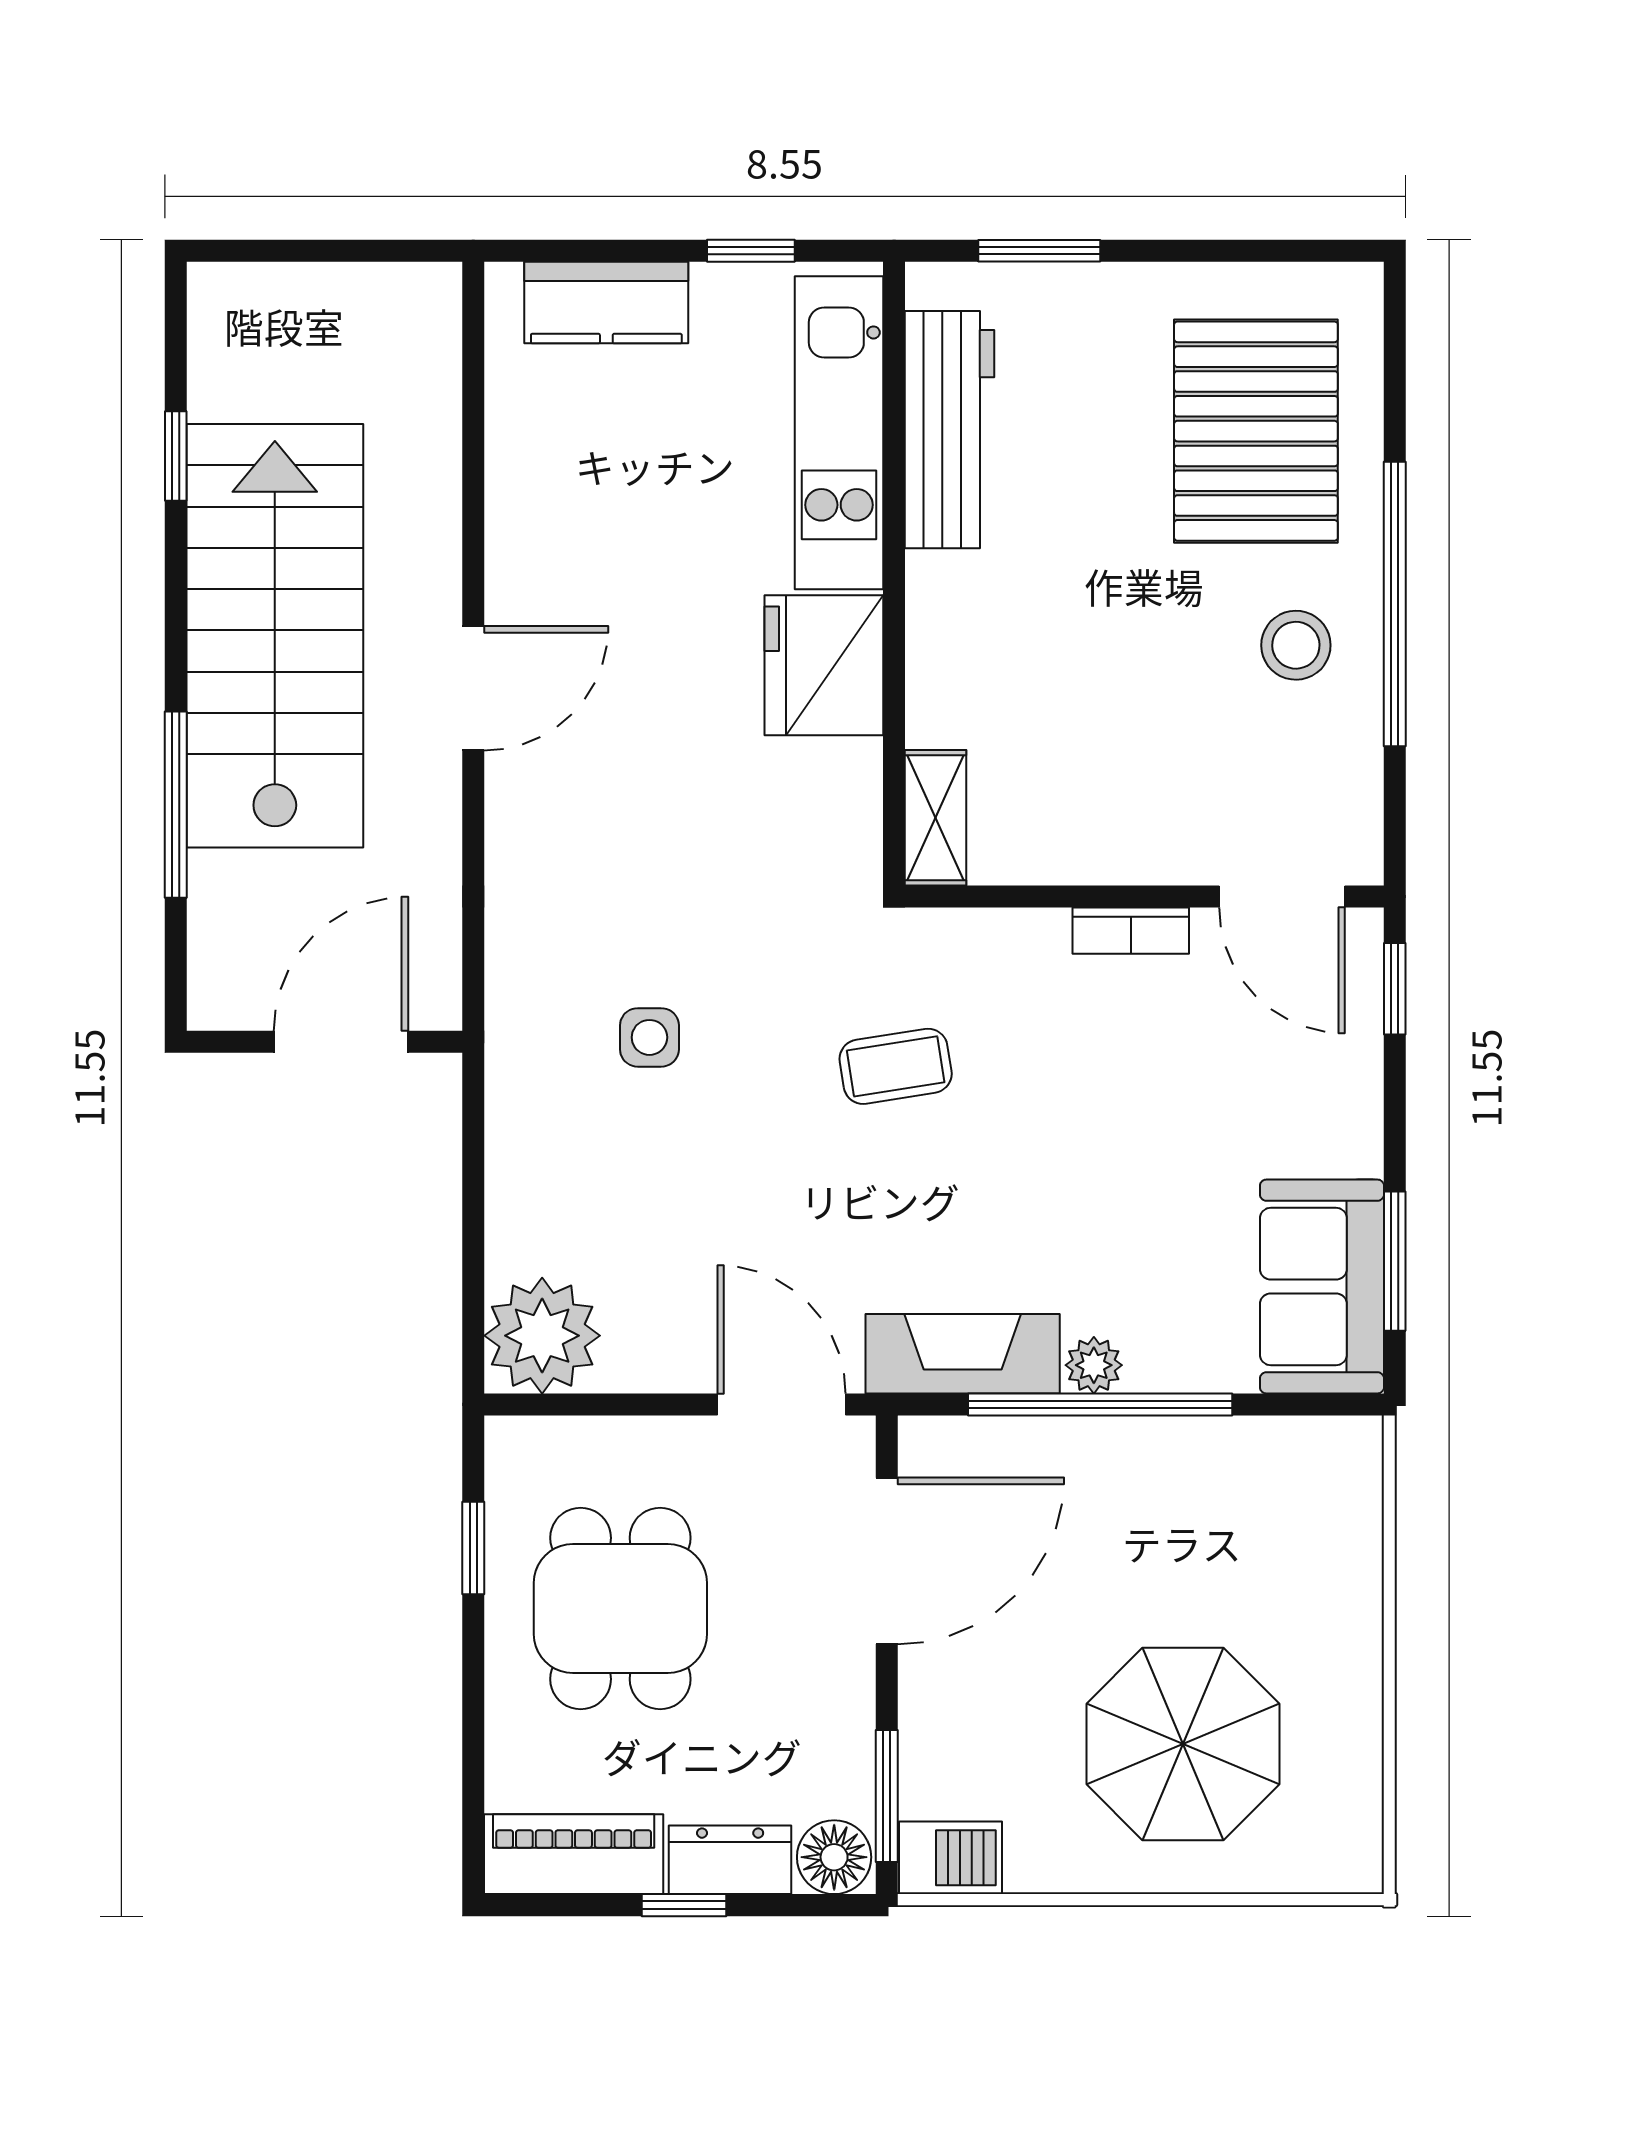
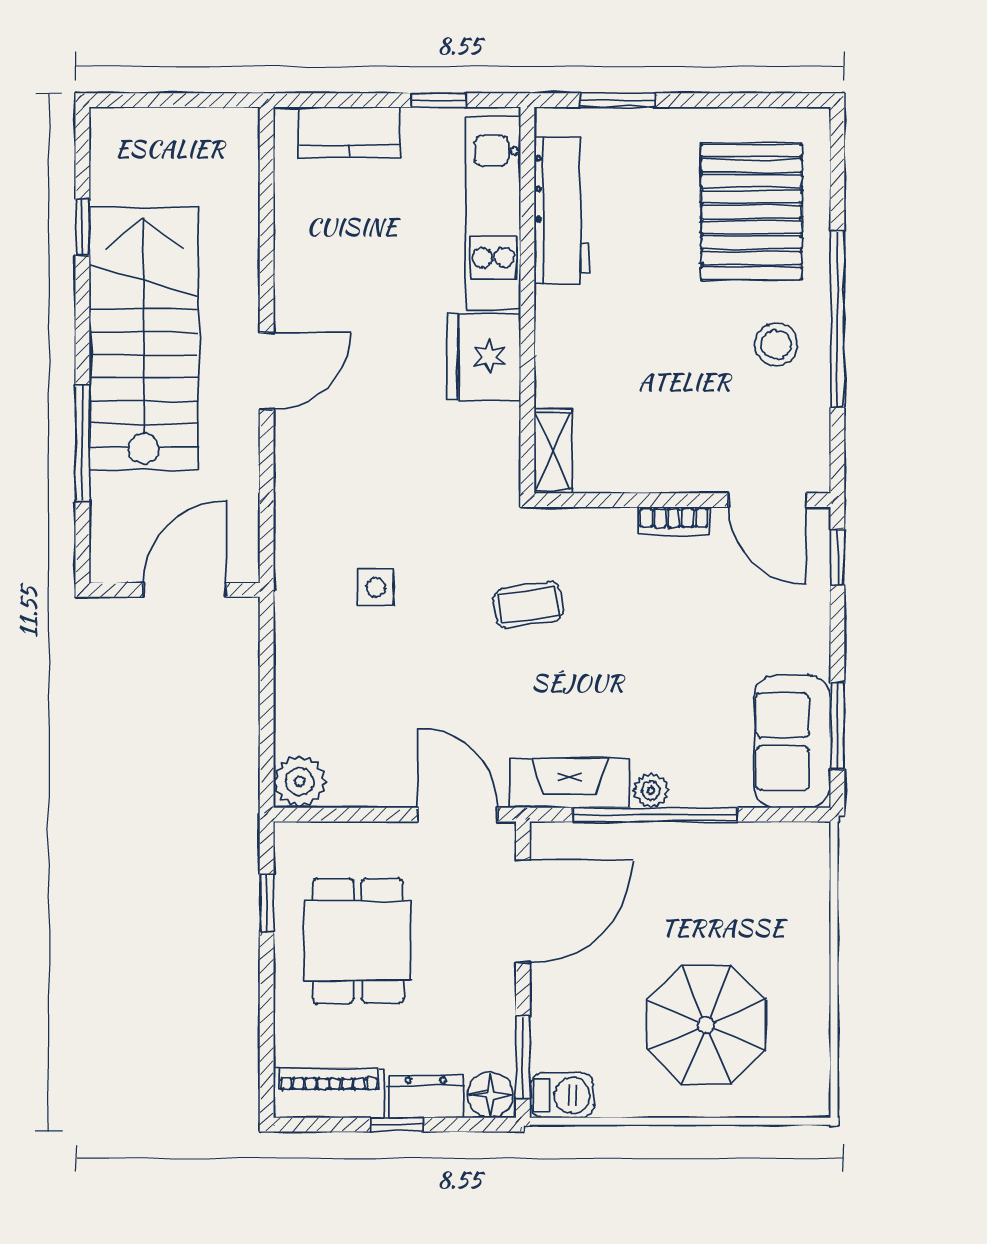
plant: (542, 1336) -> (300, 781), width x0.73, depth x0.73

